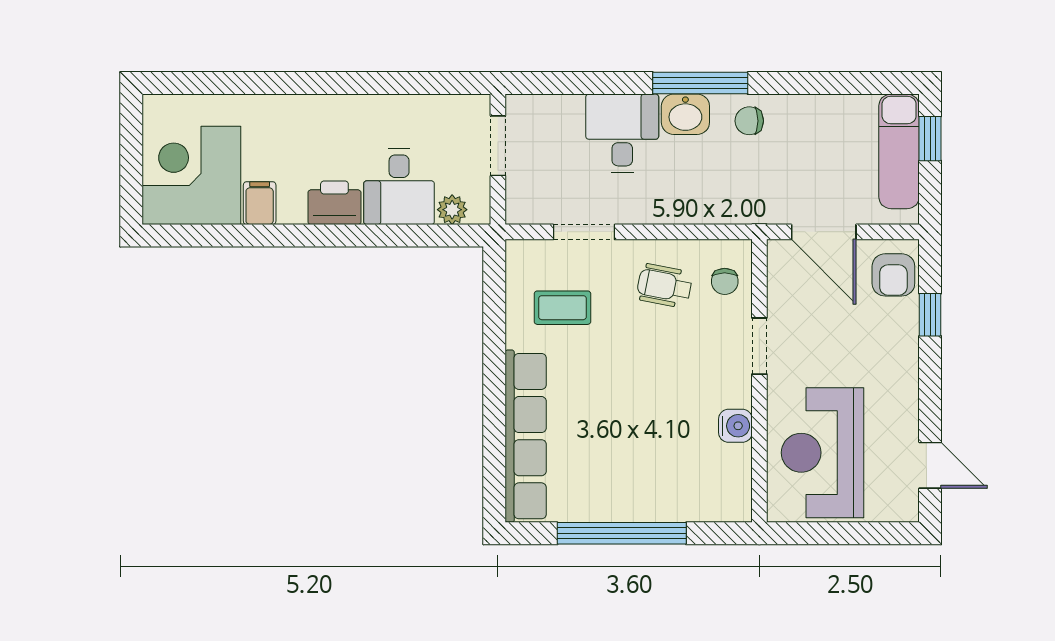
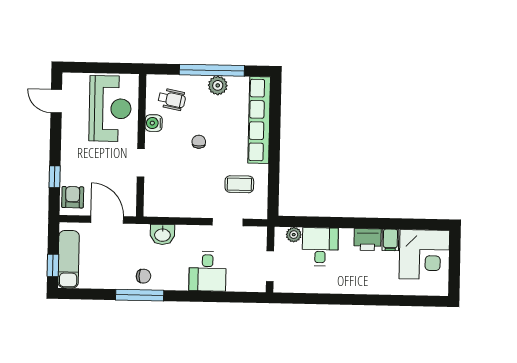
window: (700, 83) -> (140, 295), moved
washbasin: (685, 114) -> (162, 235), moved, turned 180
printer: (334, 203) -> (368, 240), moved
chair: (725, 281) -> (199, 142), moved
wheelchair: (664, 286) -> (172, 99), moved
plant: (609, 503) -> (218, 85), added

